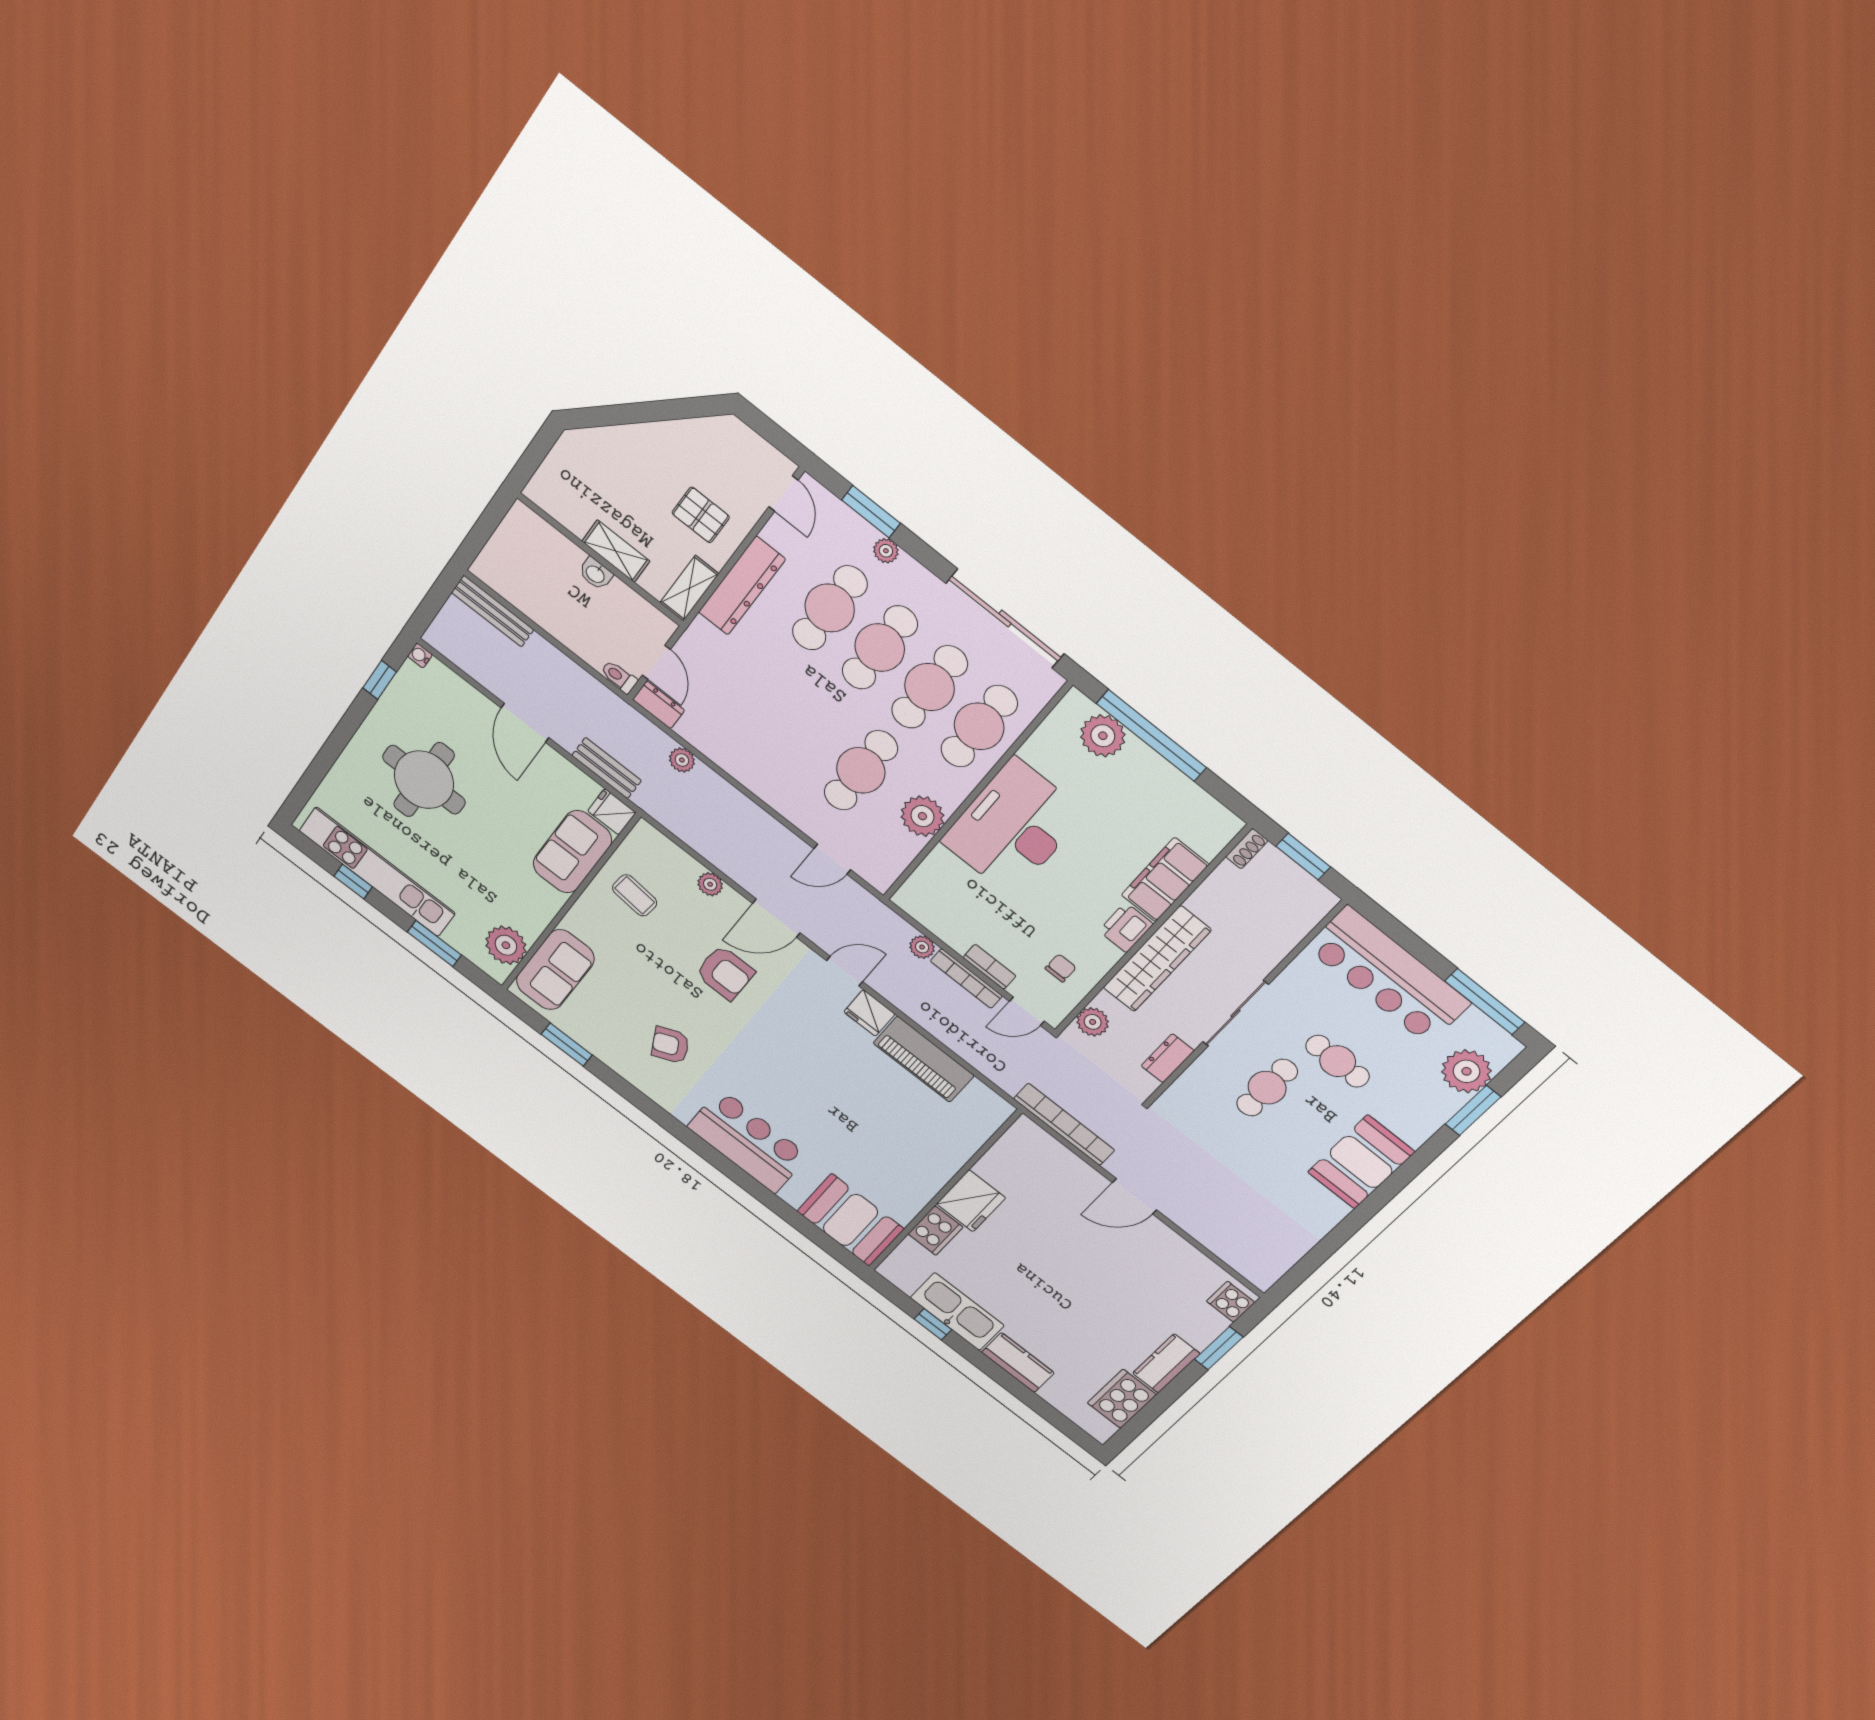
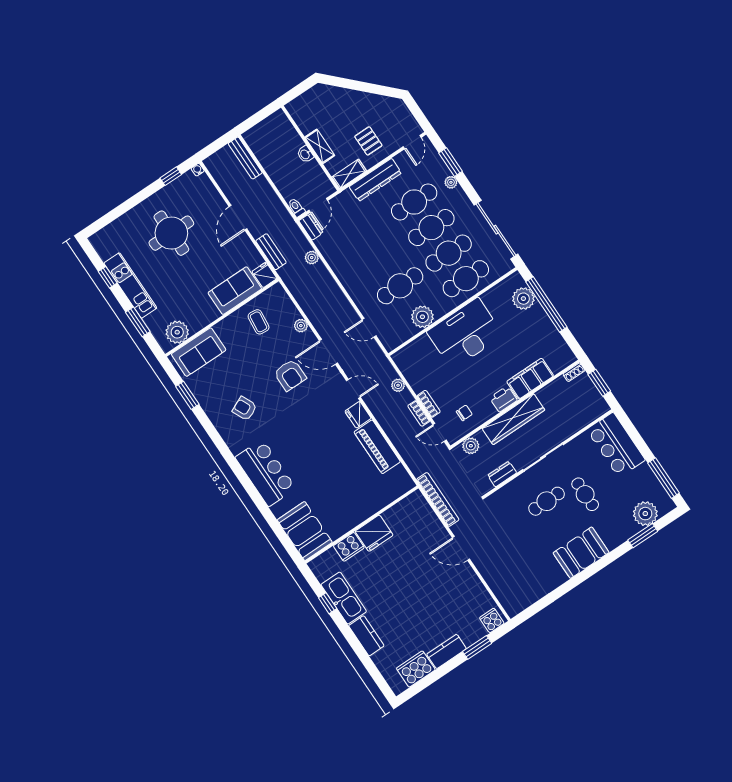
kitchen unit: (377, 872) -> (130, 286), width x0.73
bar counter: (1388, 975) -> (616, 445), width x0.73
bookcase: (966, 979) -> (419, 413), width x0.64

